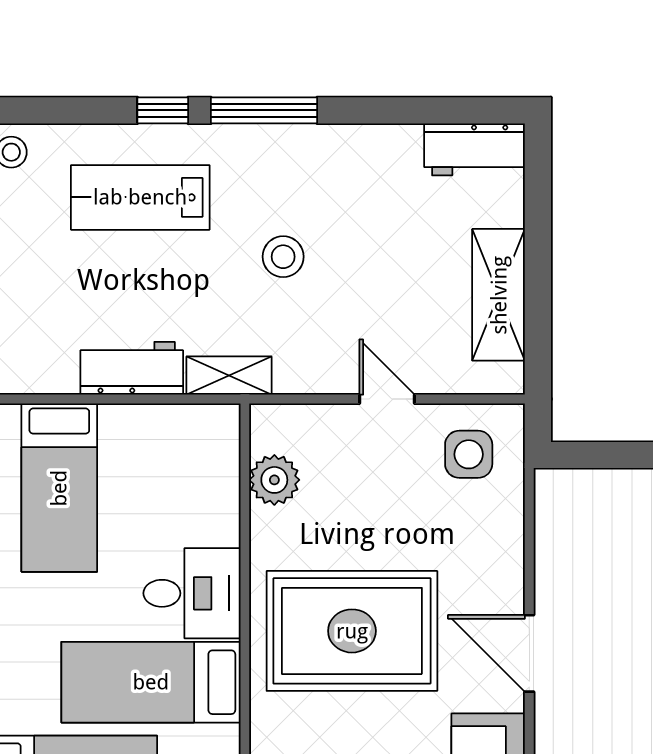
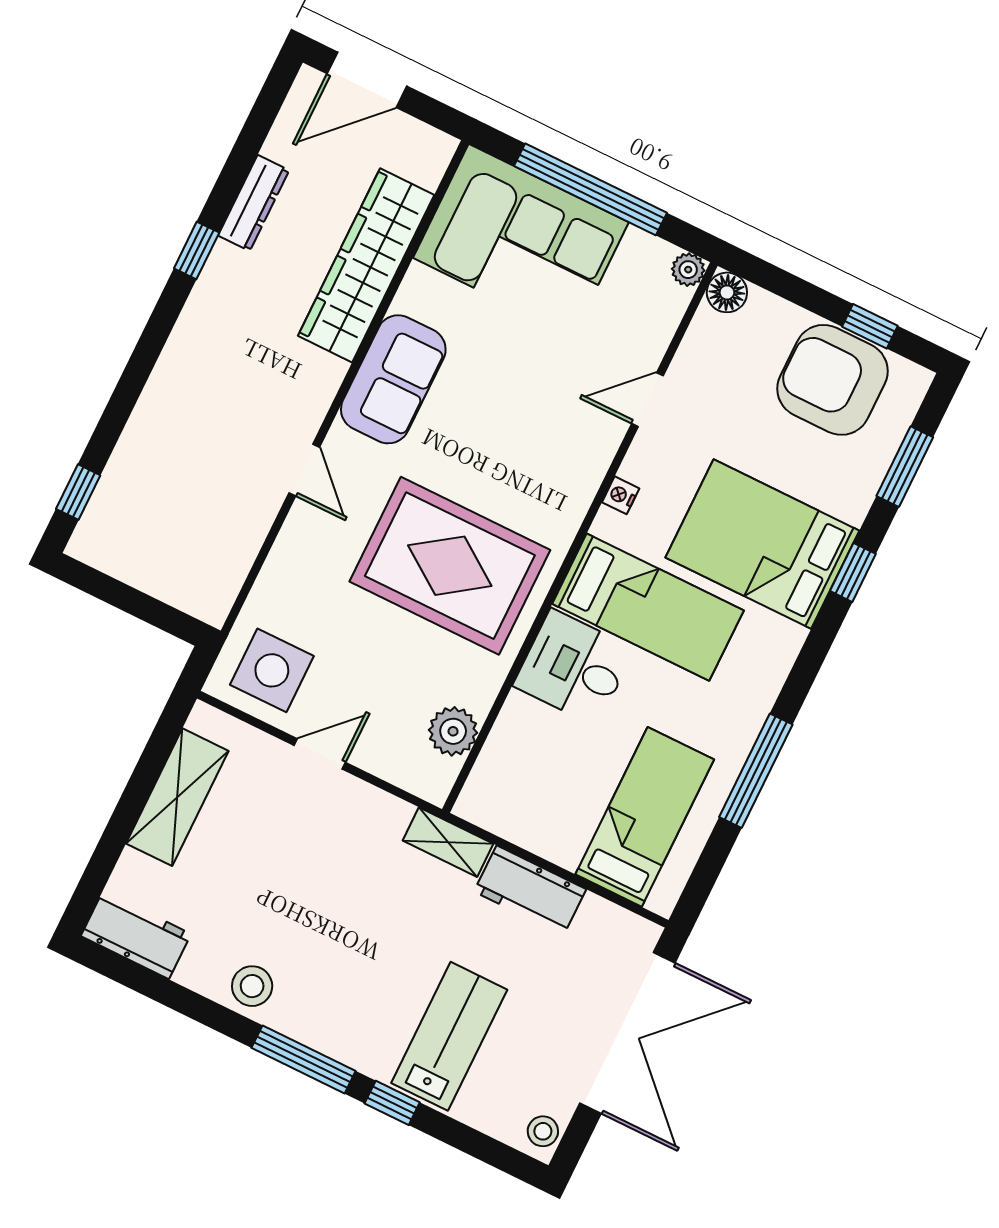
lab bench: (140, 197) -> (449, 1036), turned -90
stool: (283, 257) -> (252, 986), moved
door: (387, 399) -> (320, 754), swing flipped
side table: (469, 454) -> (272, 670), width x1.37, depth x1.37
door: (529, 653) -> (304, 470), width x0.73

